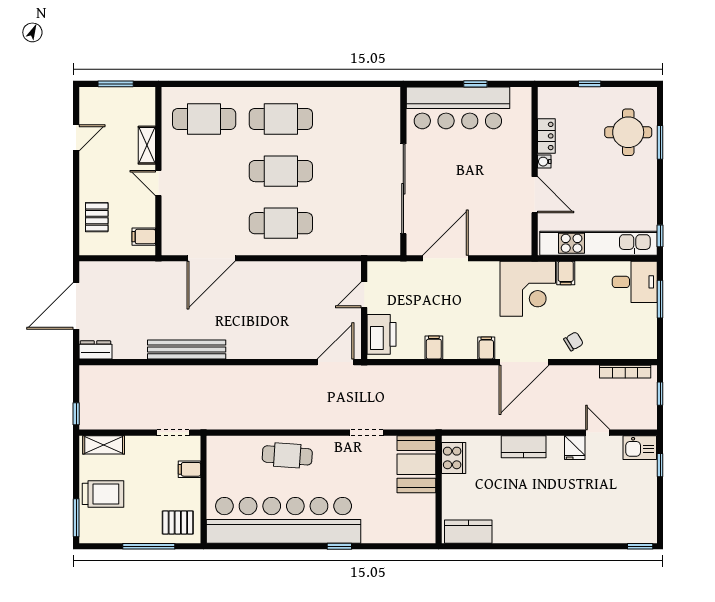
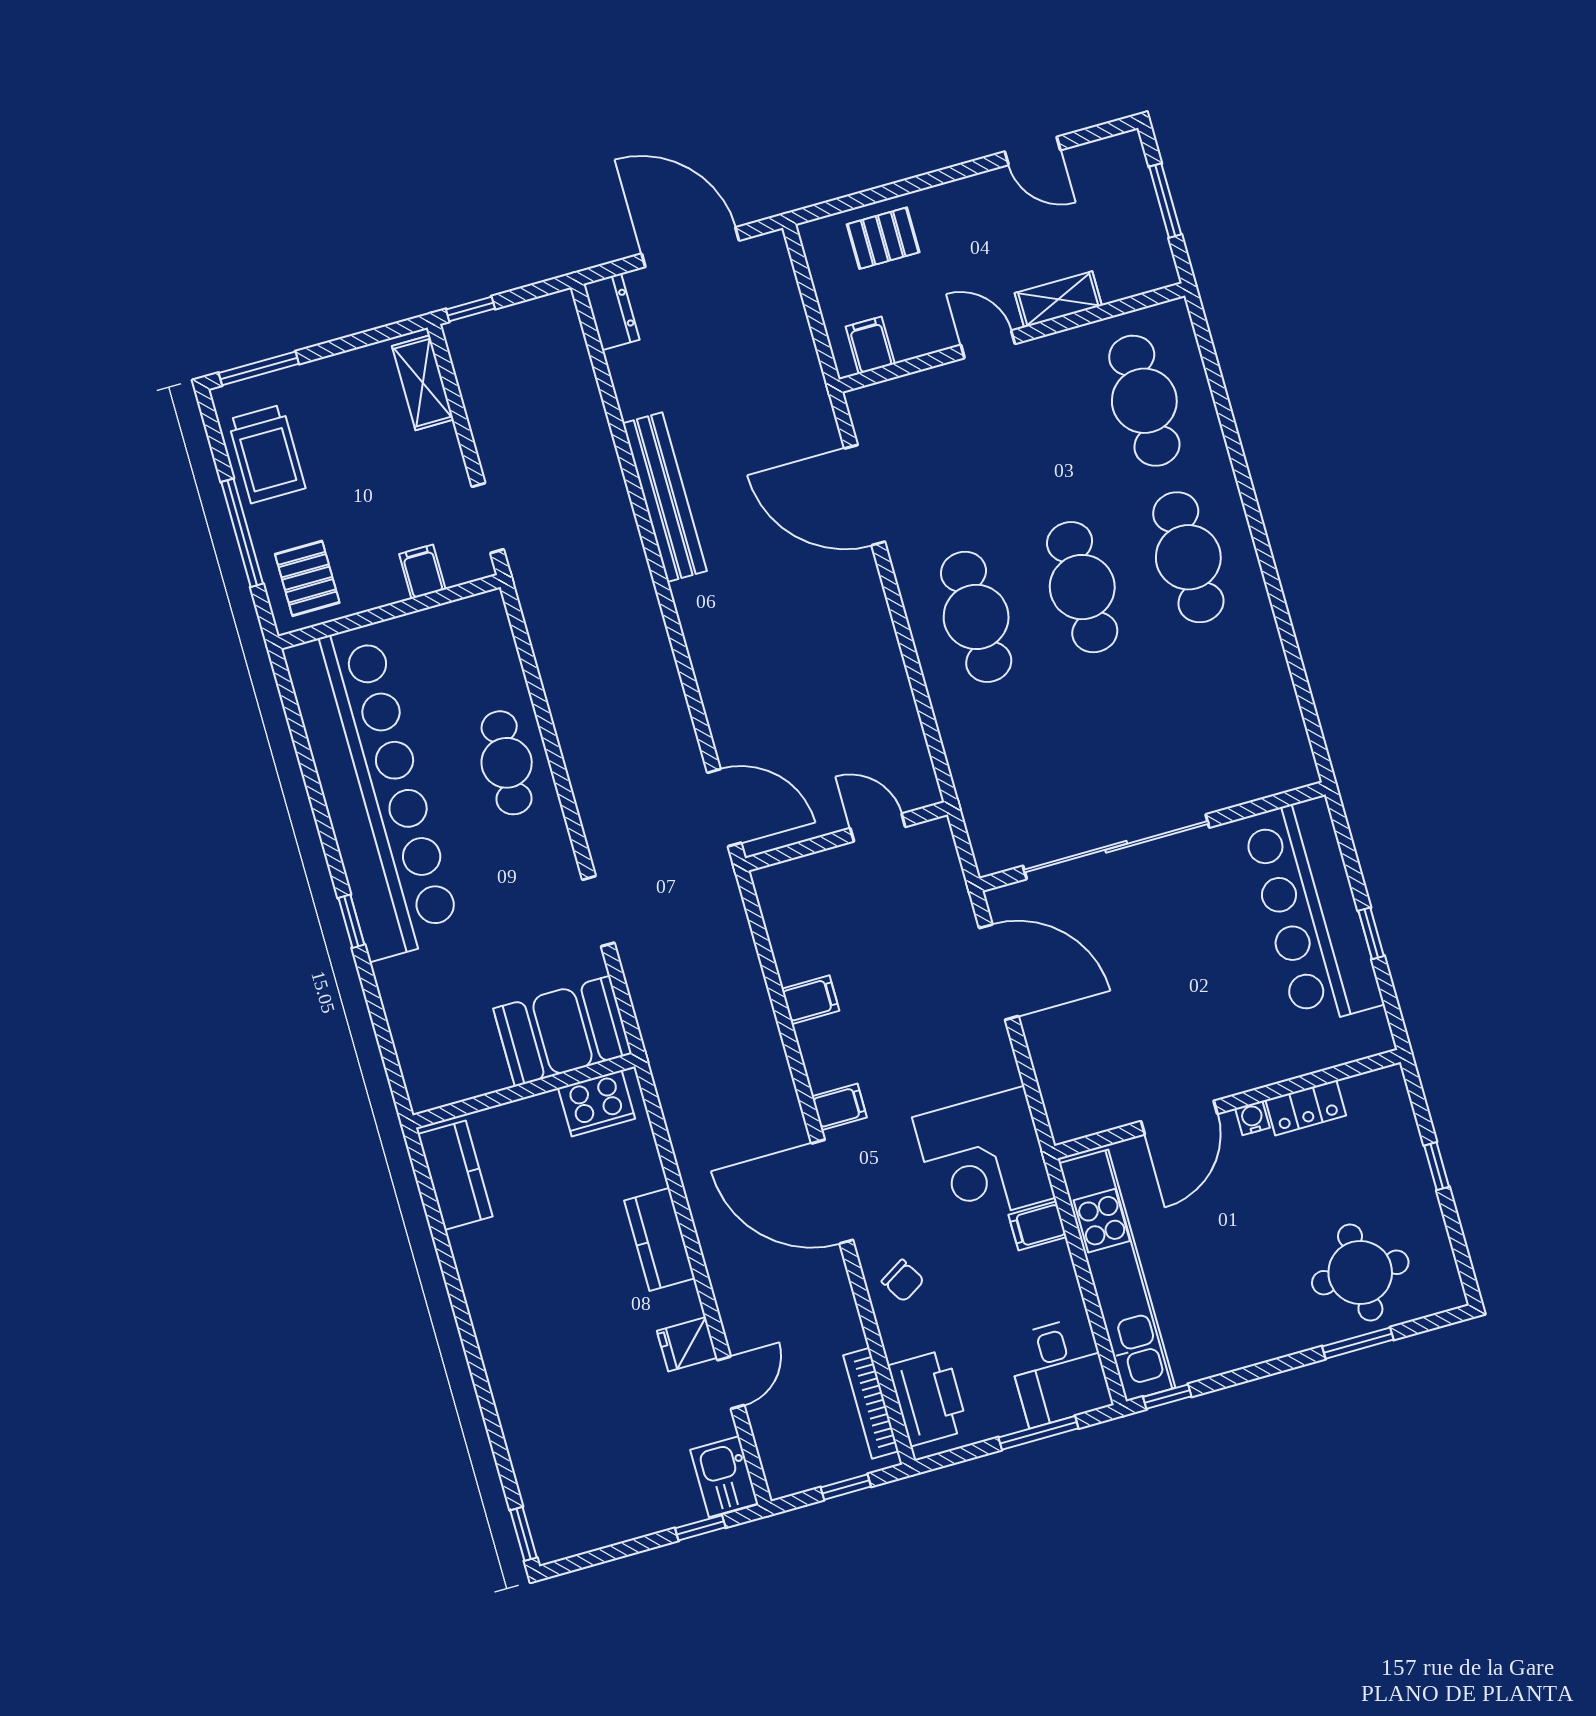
door: (158, 183) -> (988, 344), hinge flipped
printer: (381, 334) -> (928, 1398), moved, turned -90
trolley: (103, 494) -> (267, 454), moved

